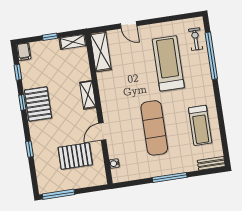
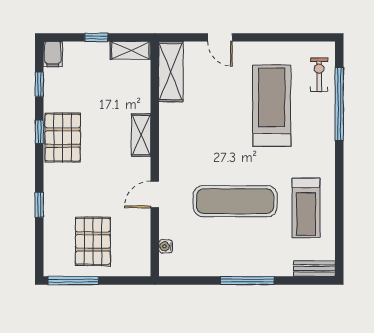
exercise mat: (154, 128) -> (235, 201), turned 90
pallet: (75, 156) -> (93, 241), moved, turned 90

